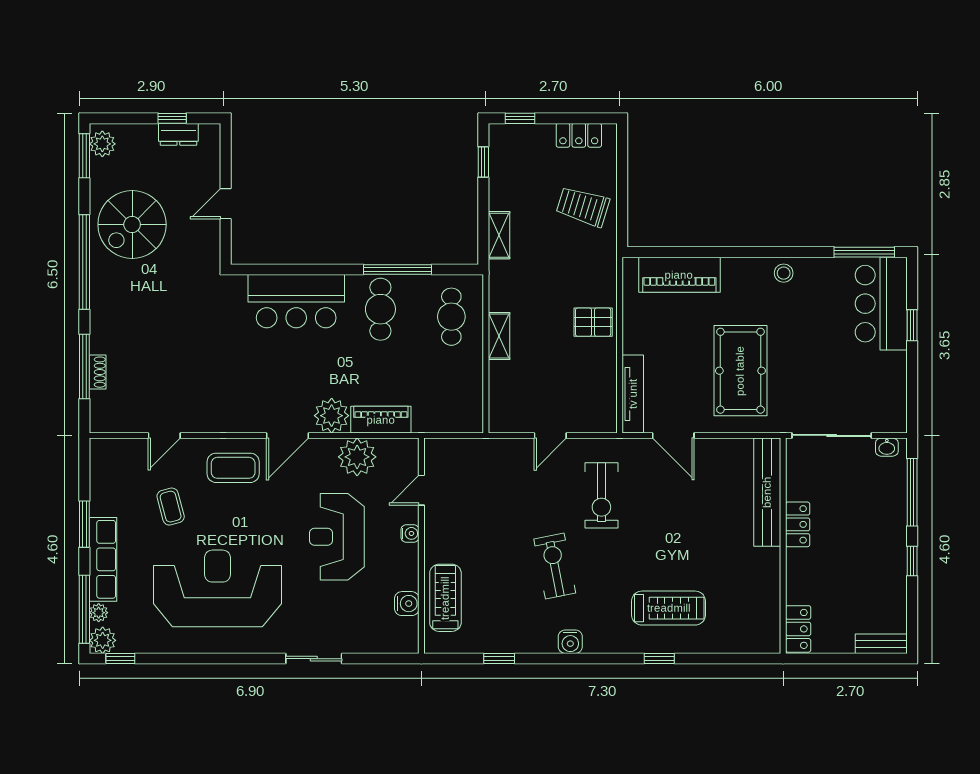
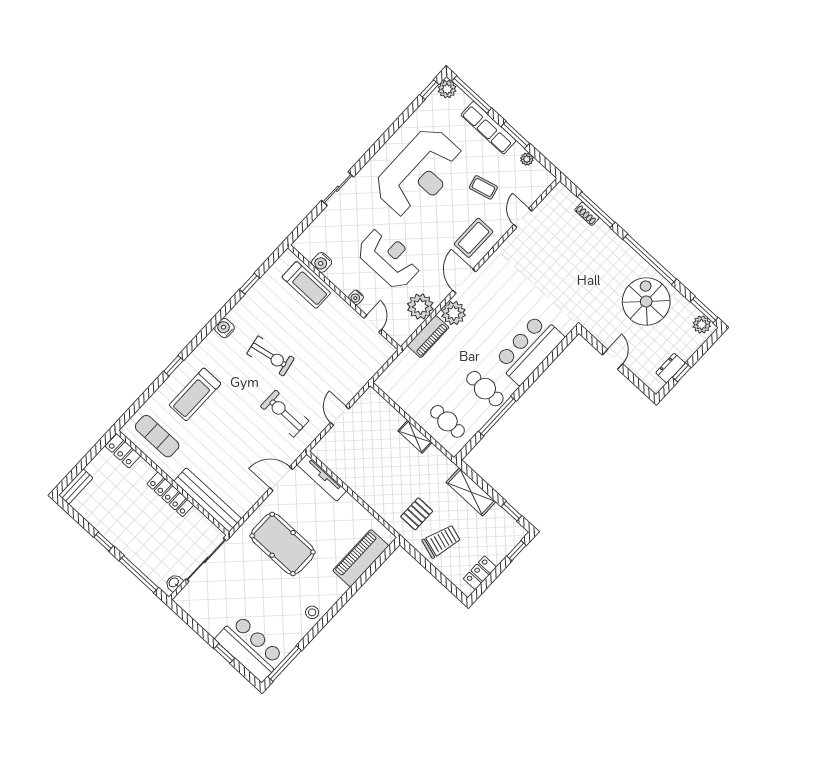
shelving: (499, 235) -> (471, 492), width x1.50, depth x1.33
pallet: (593, 322) -> (417, 514), moved
locker: (798, 524) -> (170, 494), width x1.53
exercise mat: (749, 607) -> (157, 436), added
plant: (99, 613) -> (527, 159), moved

